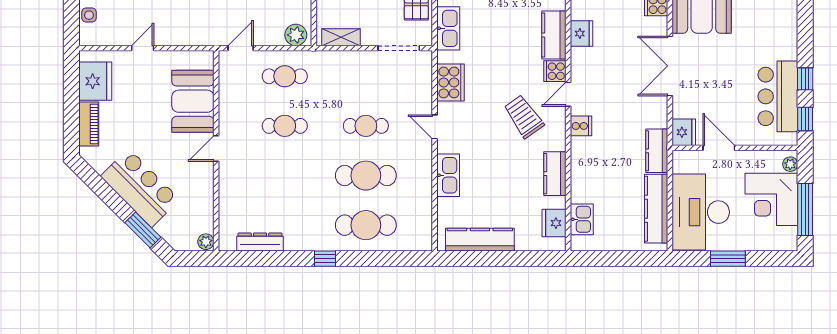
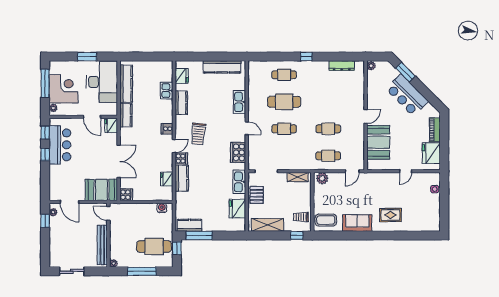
trolley: (524, 117) -> (198, 134), turned 41
kitchen sink: (582, 219) -> (167, 91), moved
cafe table: (366, 225) -> (284, 75), width x0.73, depth x0.74

